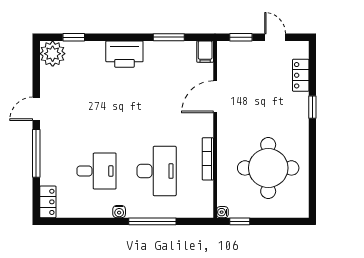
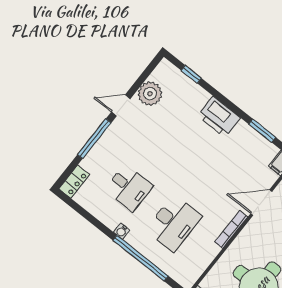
plant: (53, 54) -> (150, 94), moved
bookcase: (208, 159) -> (231, 229), moved
window: (152, 221) -> (141, 258), width x1.46

